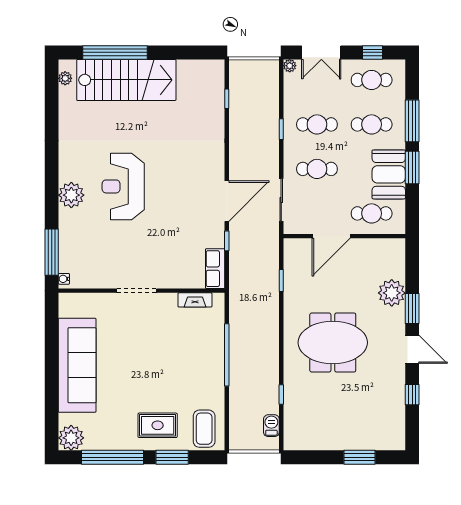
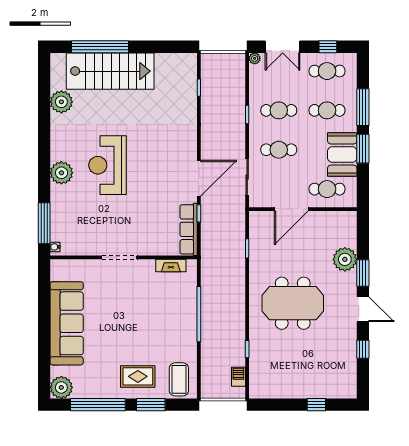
plant: (65, 78) -> (61, 102), moved, width x1.87, depth x1.87
row of seats: (215, 269) -> (189, 229), width x1.48
window: (359, 457) -> (316, 405), width x0.67

